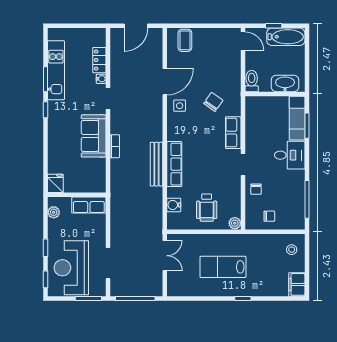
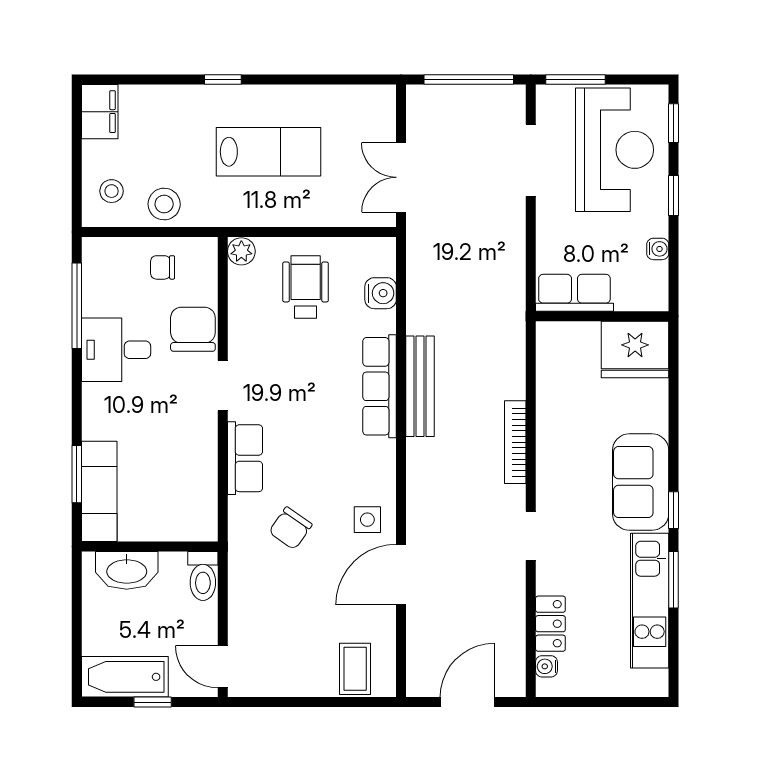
water cooler: (101, 79) -> (546, 666), moved
sofa: (94, 136) -> (641, 482), moved, turned 180
bookcase: (115, 146) -> (515, 442), width x1.56
desk: (290, 155) -> (116, 350), moved
fridge: (55, 183) -> (635, 350), width x1.88, depth x1.34
chair: (256, 189) -> (193, 329), width x1.87, depth x1.87
plant: (54, 212) -> (655, 276), removed
water cooler: (52, 224) -> (658, 249), added
stool: (269, 244) -> (164, 204), added

